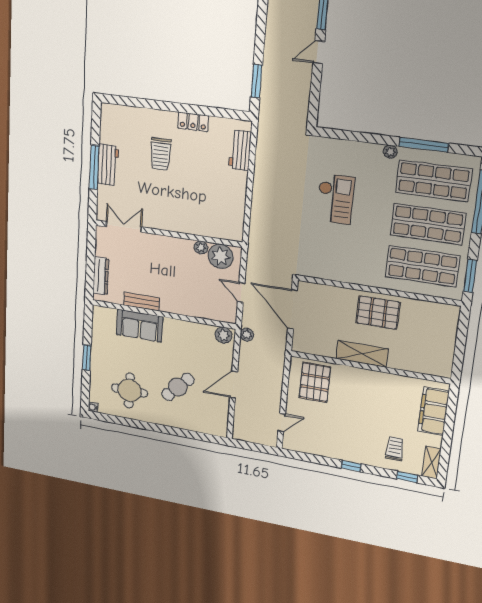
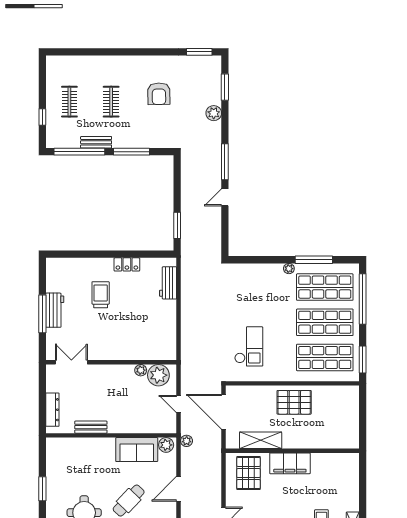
trolley: (161, 154) -> (101, 295), turned 180
checkout: (335, 199) -> (249, 346), moved
sofa: (140, 326) -> (137, 450), moved
shelving: (362, 354) -> (261, 440), moved
filing cabinet: (433, 411) -> (290, 463), moved, turned -90

